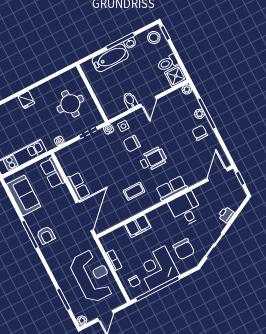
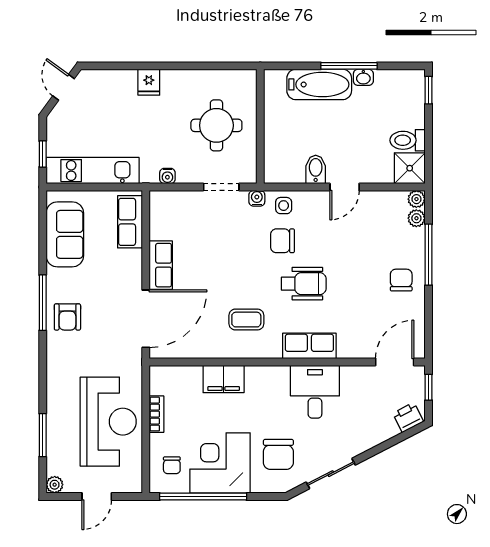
stool: (154, 38) -> (406, 88), removed
plant: (199, 114) -> (416, 218), moved
printer: (226, 215) -> (408, 417), moved

